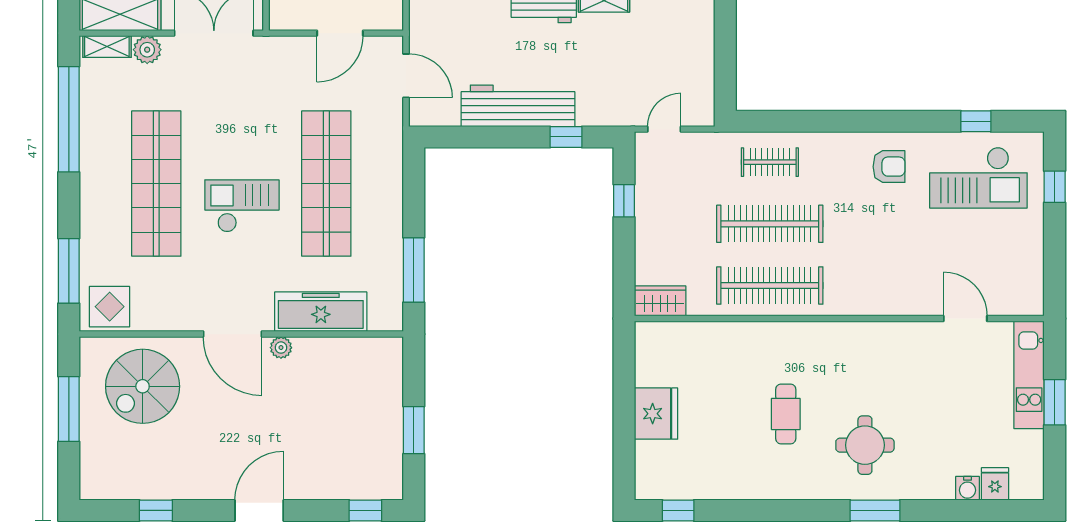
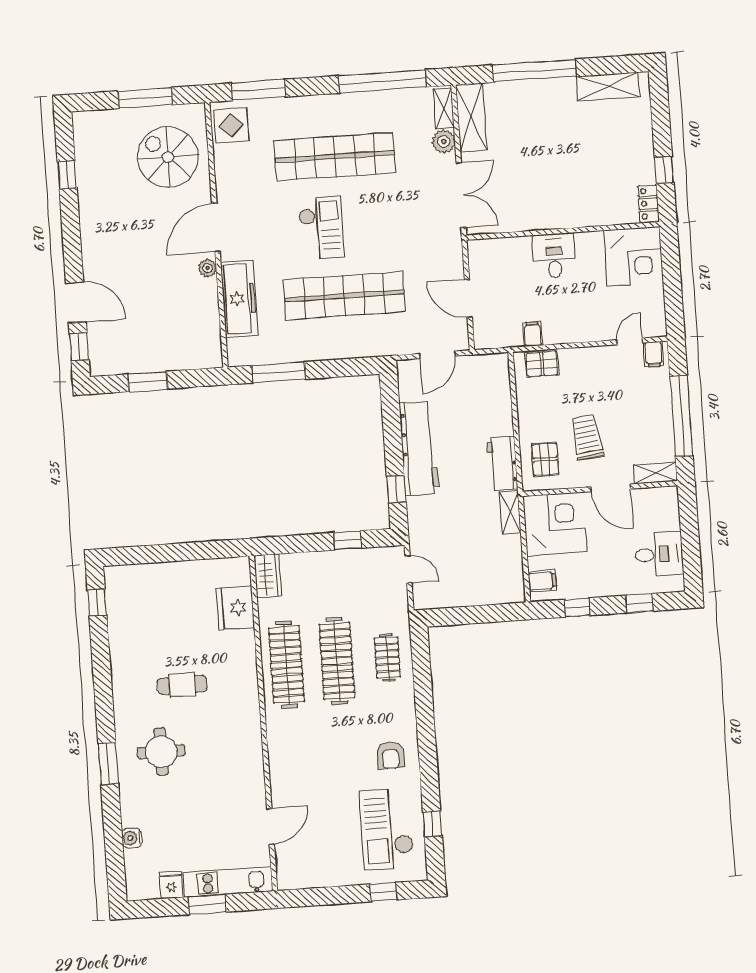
fridge: (656, 414) -> (235, 608), moved, turned 90
fridge: (995, 484) -> (171, 885), moved, turned -90
door: (259, 510) -> (76, 302), moved

